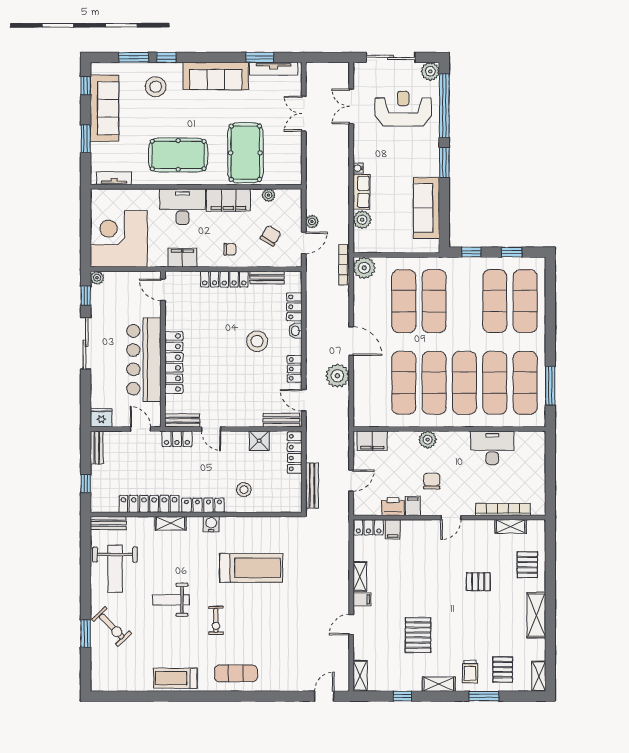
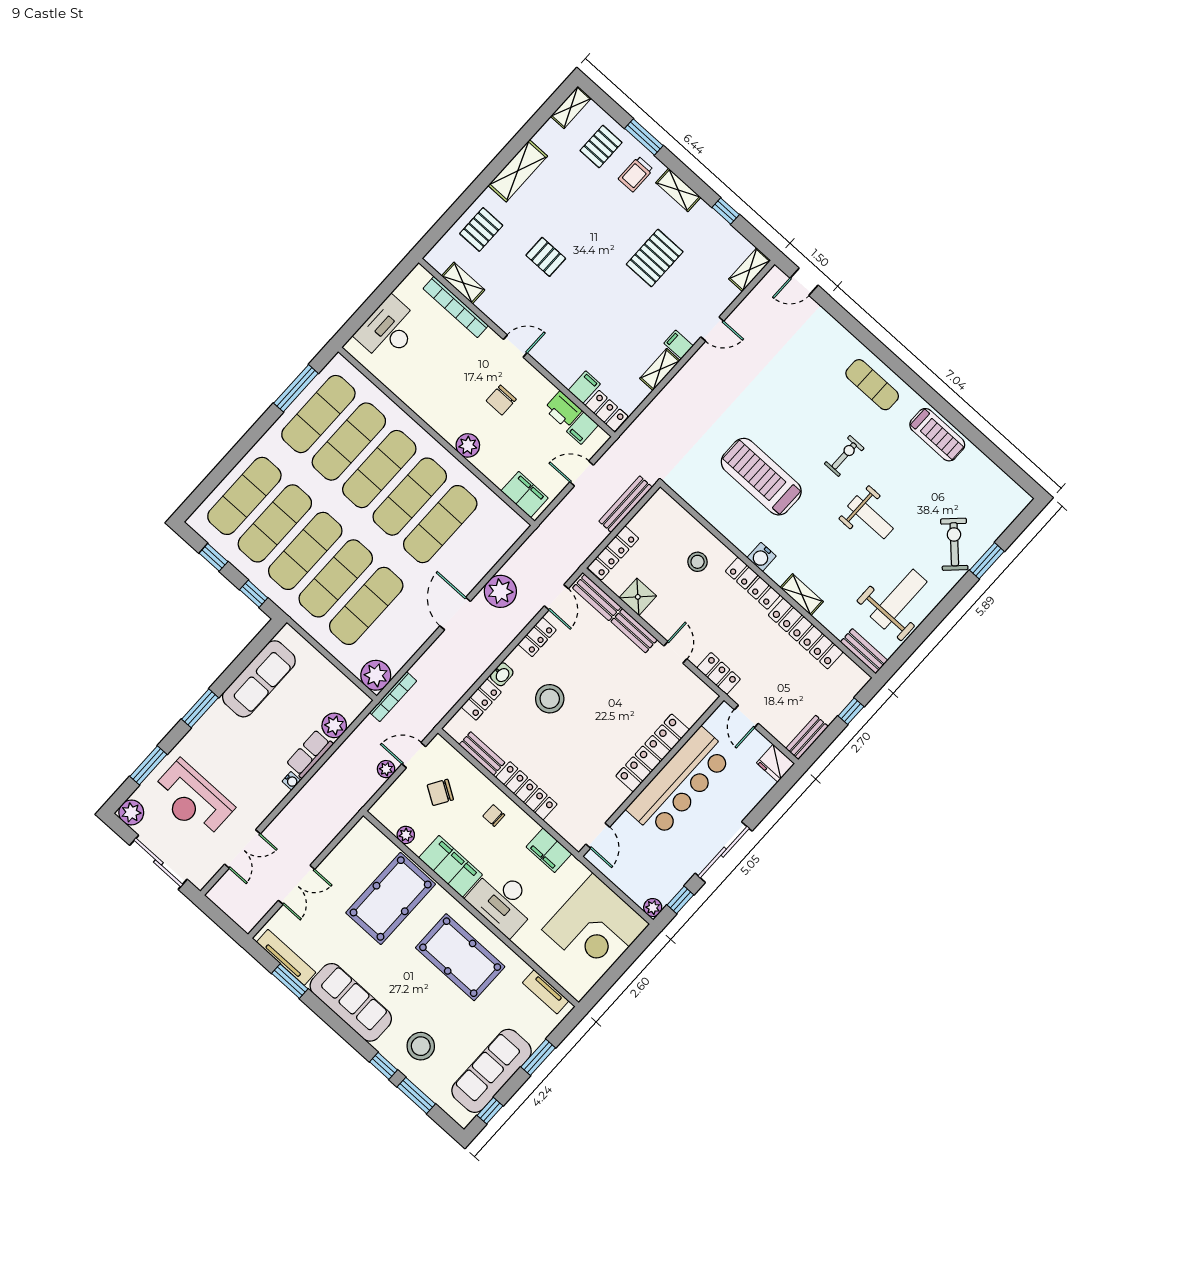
window: (444, 106) -> (148, 765), width x0.47
exercise mat: (464, 301) -> (305, 551), added
bench: (182, 420) -> (634, 631), moved
desk: (492, 448) -> (388, 330), moved, turned 90
filing cabinet: (413, 506) -> (582, 428), moved
trolley: (470, 672) -> (636, 174), turned 180

